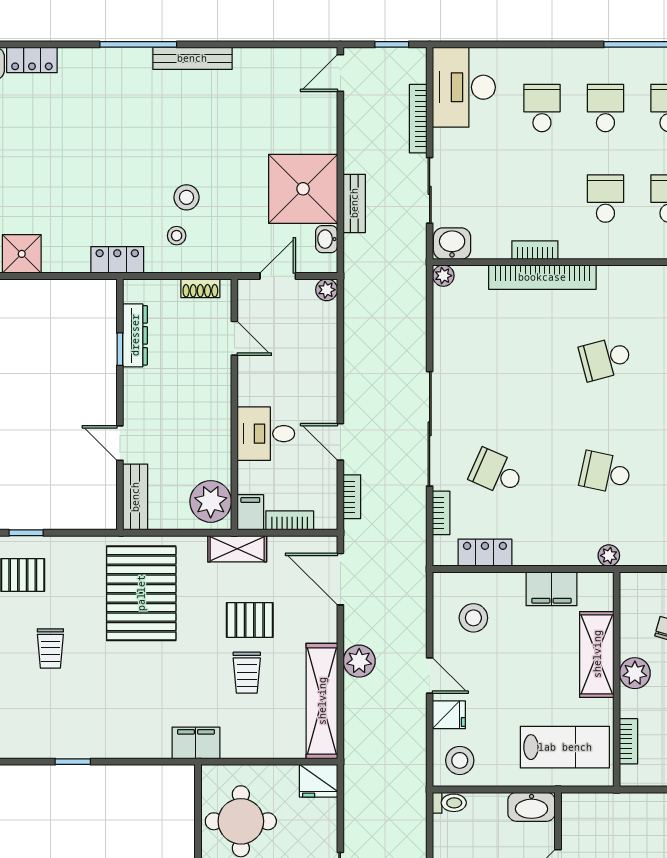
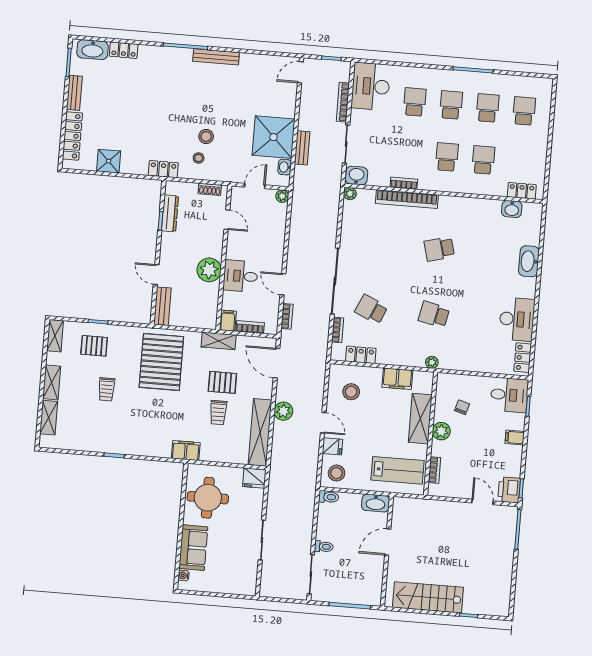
plant: (211, 501) -> (209, 270), moved

